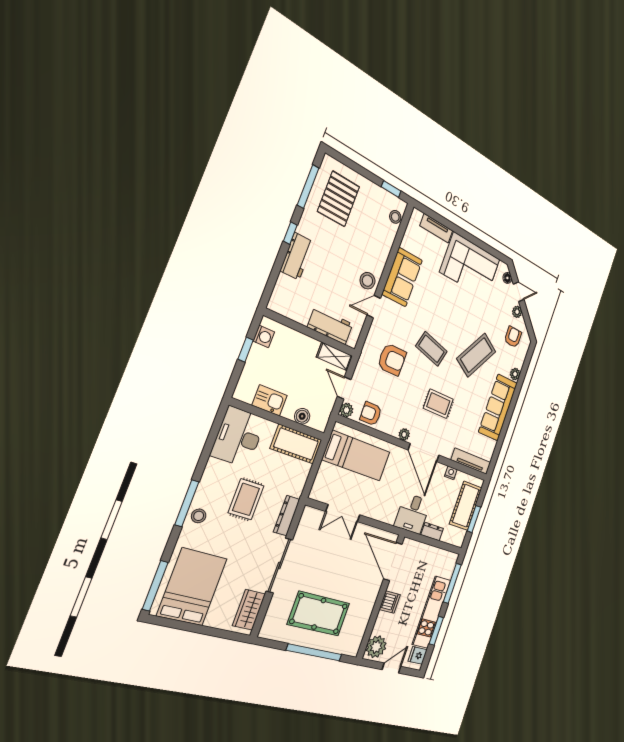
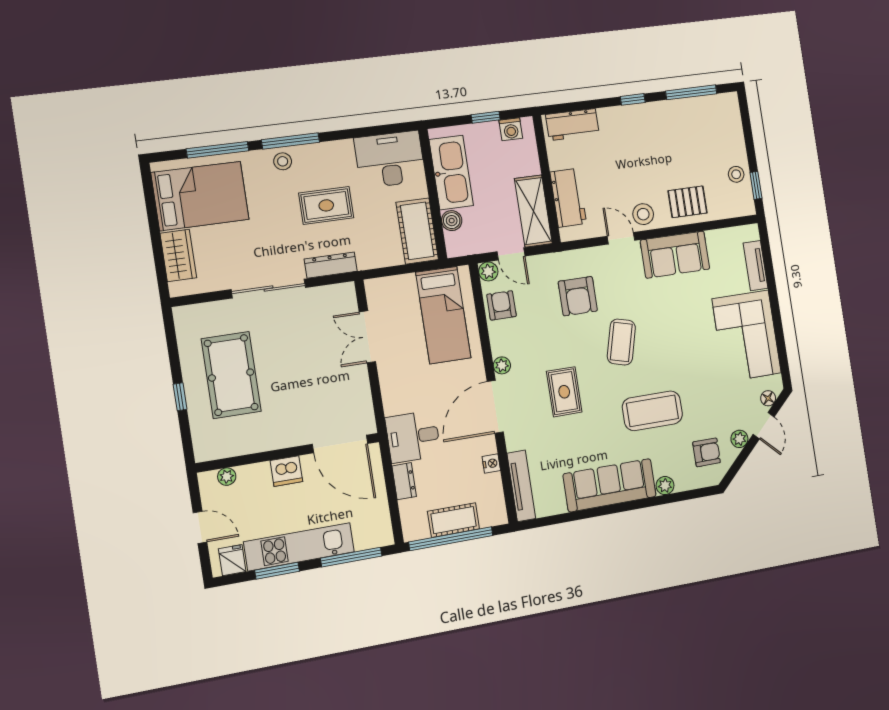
pallet: (339, 199) -> (688, 202), moved, width x0.67, depth x0.71
stool: (395, 217) -> (736, 174), moved
workbench: (297, 256) -> (572, 125), moved
coffee table: (476, 355) -> (652, 411), turned -31
shelving: (335, 356) -> (533, 211), width x1.50, depth x1.33
door: (344, 388) -> (511, 254), swing flipped
kitchen sink: (270, 400) -> (451, 172), width x1.88, depth x1.24
cot: (466, 506) -> (454, 520), width x0.73, depth x0.75
window: (474, 519) -> (451, 539), width x2.11
door: (393, 561) -> (340, 444), swing flipped
window: (155, 586) -> (217, 150), moved
wardrobe: (249, 610) -> (178, 255), moved, turned 90
plant: (376, 647) -> (227, 477), width x0.53, depth x0.53
window: (314, 652) -> (180, 397), width x0.32

